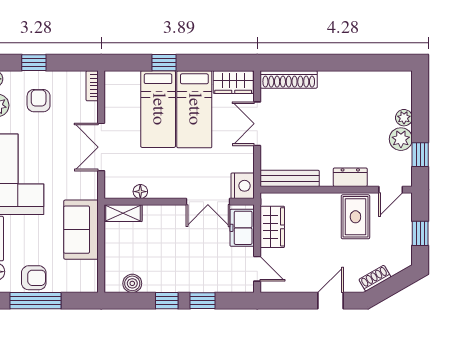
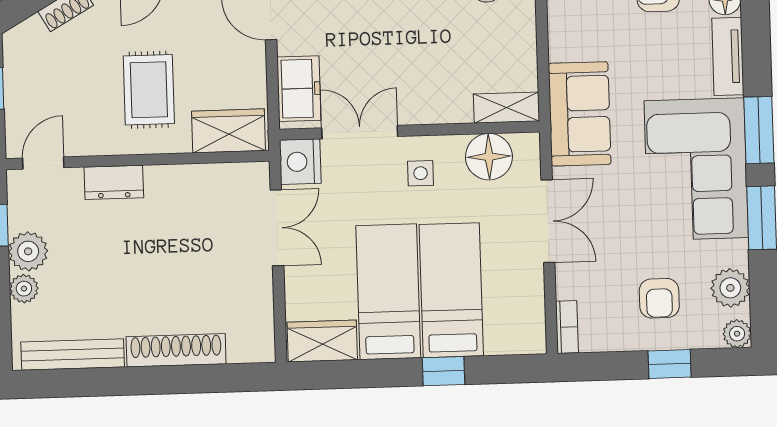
shoe rack: (289, 79) -> (176, 350), moved
double door: (257, 124) -> (277, 228), moved
side table: (174, 177) -> (421, 173), added
bench: (290, 178) -> (73, 355), moved
floor lamp: (140, 192) -> (489, 157), width x1.89, depth x1.89
rug: (355, 217) -> (149, 90), moved
wardrobe: (272, 227) -> (229, 131), moved, turned 90
sofa: (81, 230) -> (580, 114), moved

